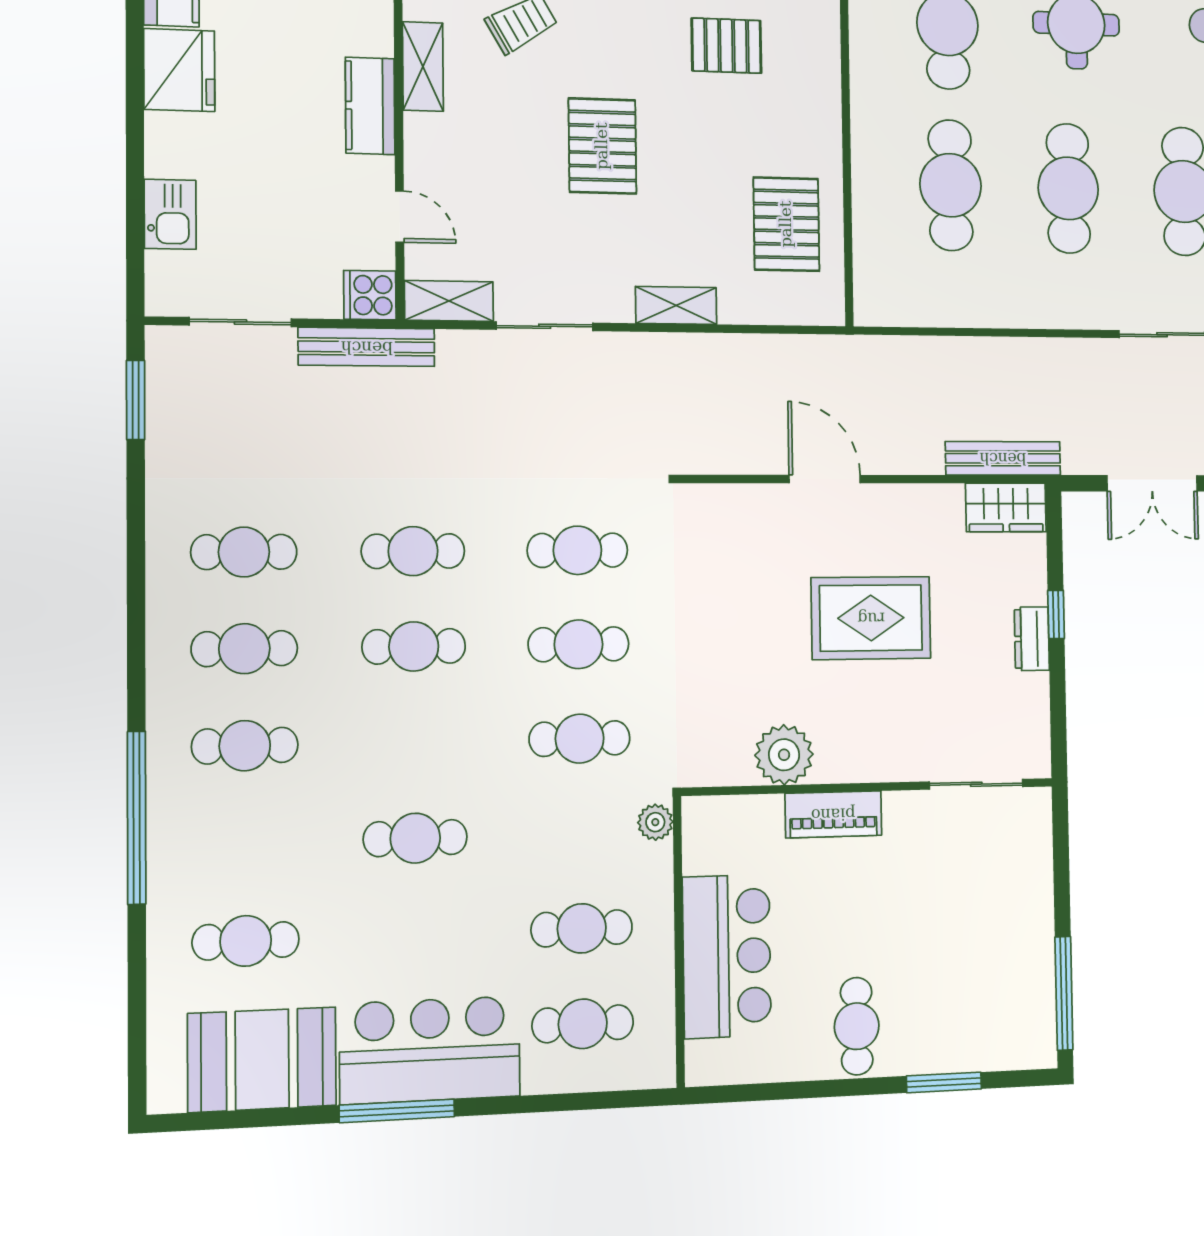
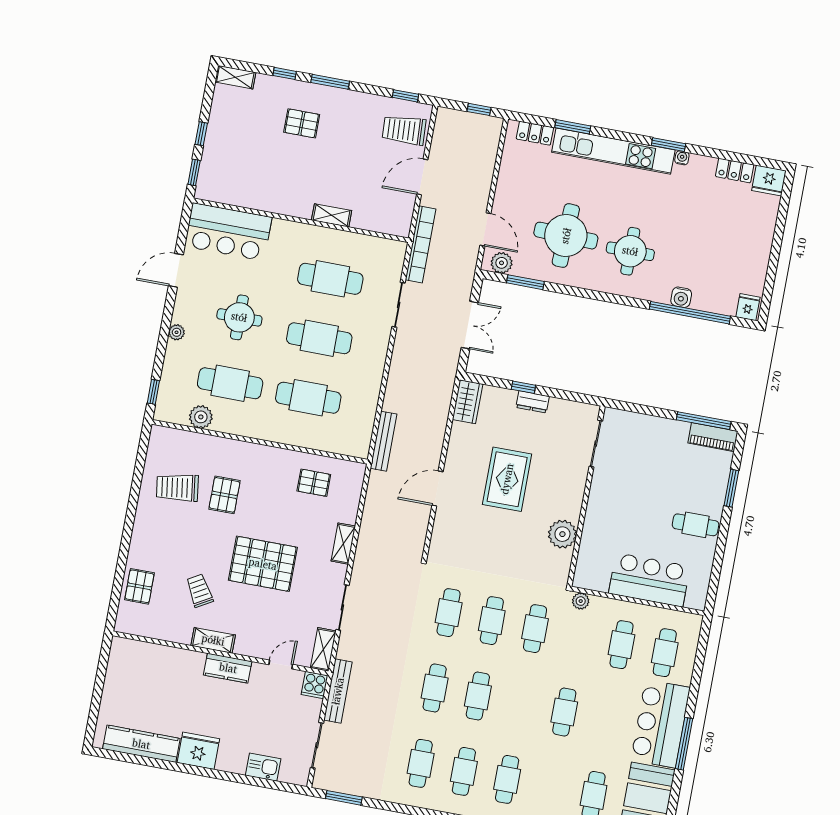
pallet: (602, 146) -> (263, 564), width x1.37, depth x1.41
pallet: (786, 224) -> (314, 483), width x0.67, depth x0.71
bench: (1003, 458) -> (384, 441), moved
piano: (833, 814) -> (713, 437), moved, turned 90

